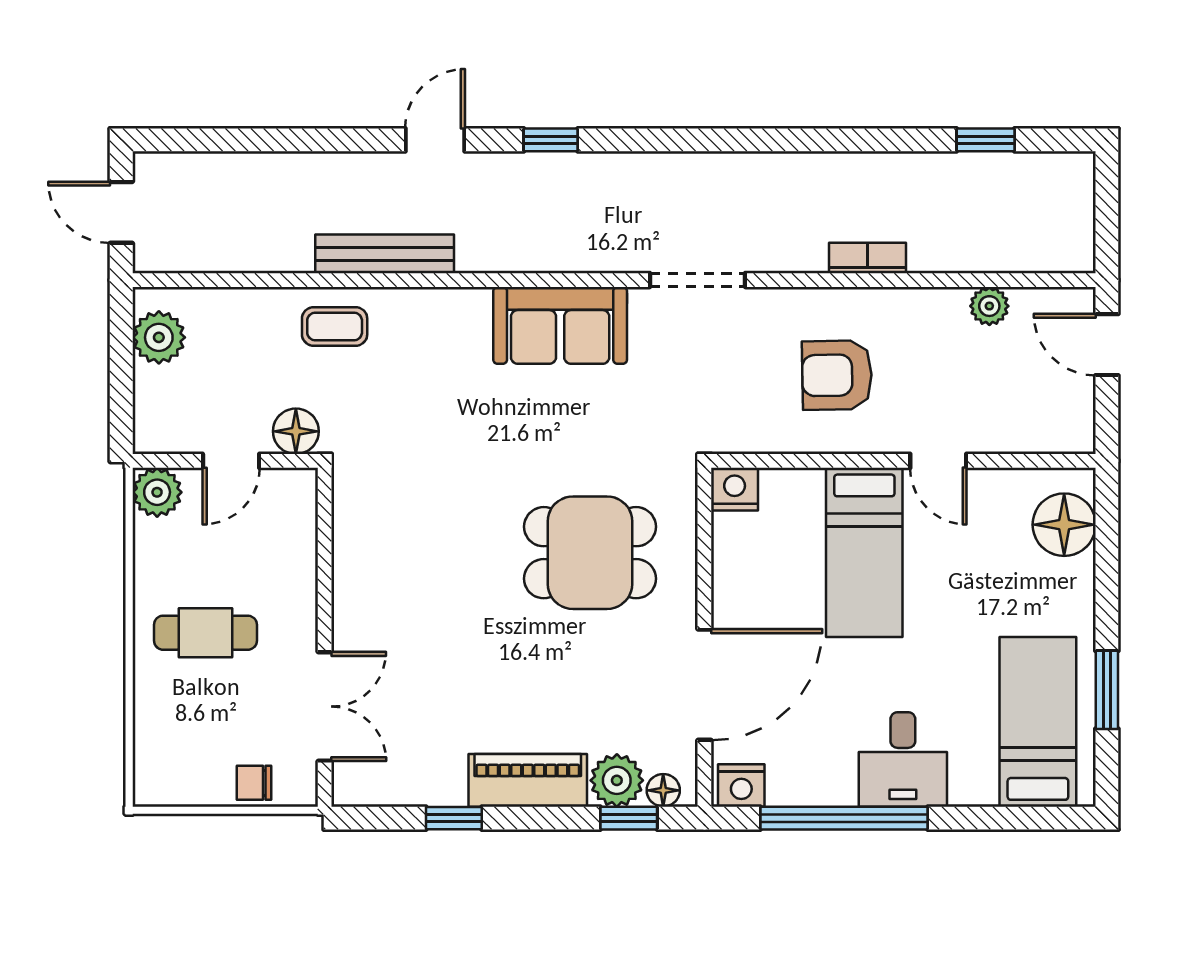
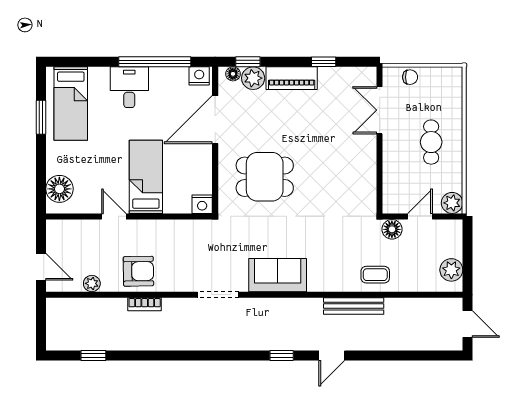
armchair: (837, 375) -> (138, 271), moved
cafe table: (205, 633) -> (431, 142), turned 90

